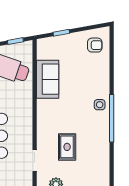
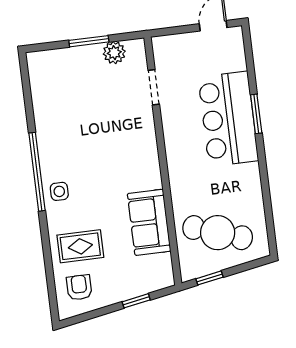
armchair: (95, 45) -> (79, 287), turned 90
rug: (67, 147) -> (80, 246), moved, turned 90

